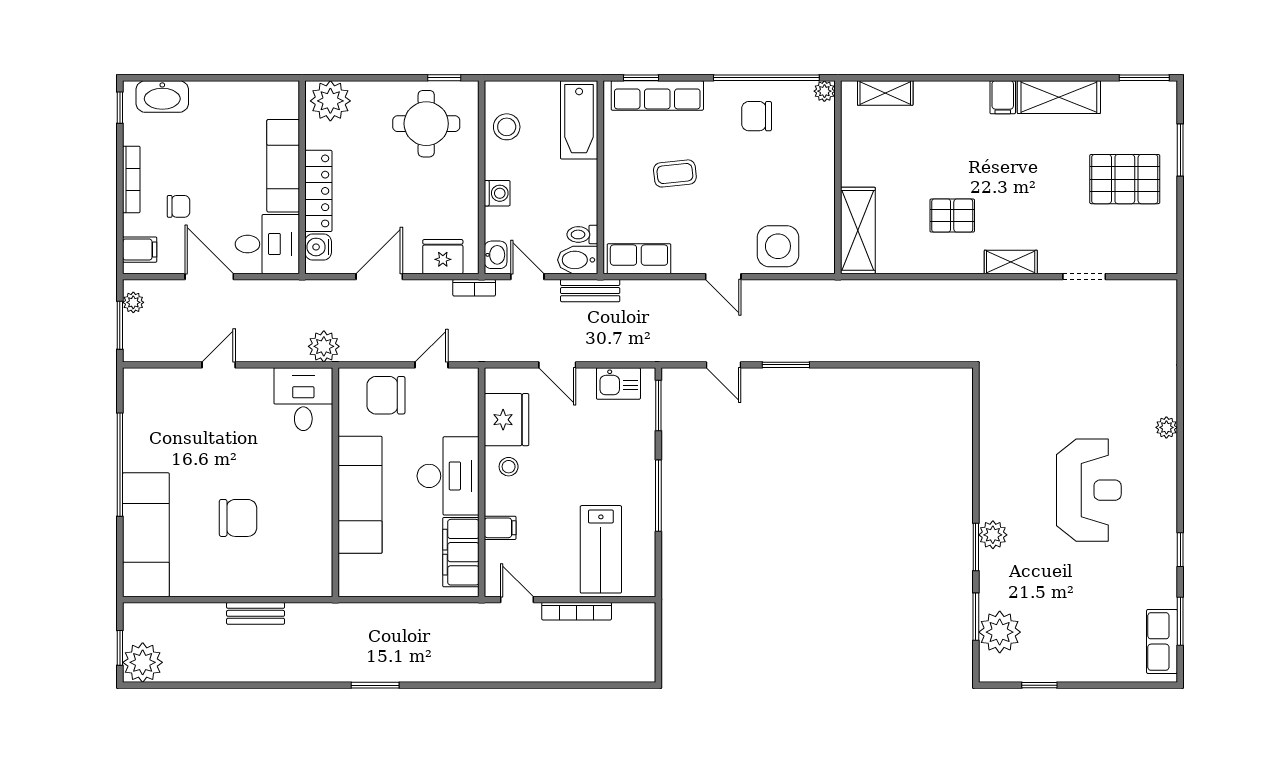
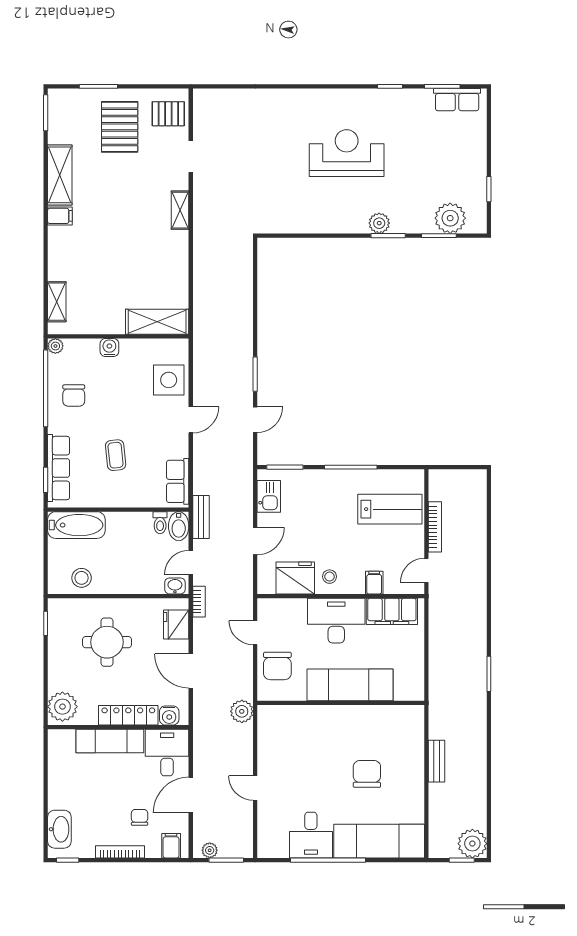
round table: (426, 124) -> (107, 642), moved
water cooler: (822, 165) -> (109, 348), added
washing machine: (497, 193) -> (130, 585), removed
pallet: (952, 216) -> (168, 114), moved, turned 90
desk: (303, 399) -> (311, 835), moved, turned -90
plant: (1166, 427) -> (301, 96), removed

